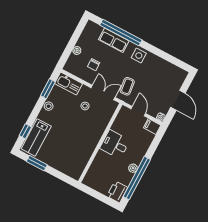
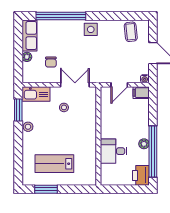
row of seats: (114, 40) -> (29, 35), moved, turned -90
coffee table: (127, 86) -> (131, 32), moved
door: (138, 111) -> (119, 85), swing flipped
window: (25, 131) -> (18, 164), removed
lab bench: (36, 137) -> (54, 164), moved, turned 90
desk: (115, 144) -> (113, 151), moved

